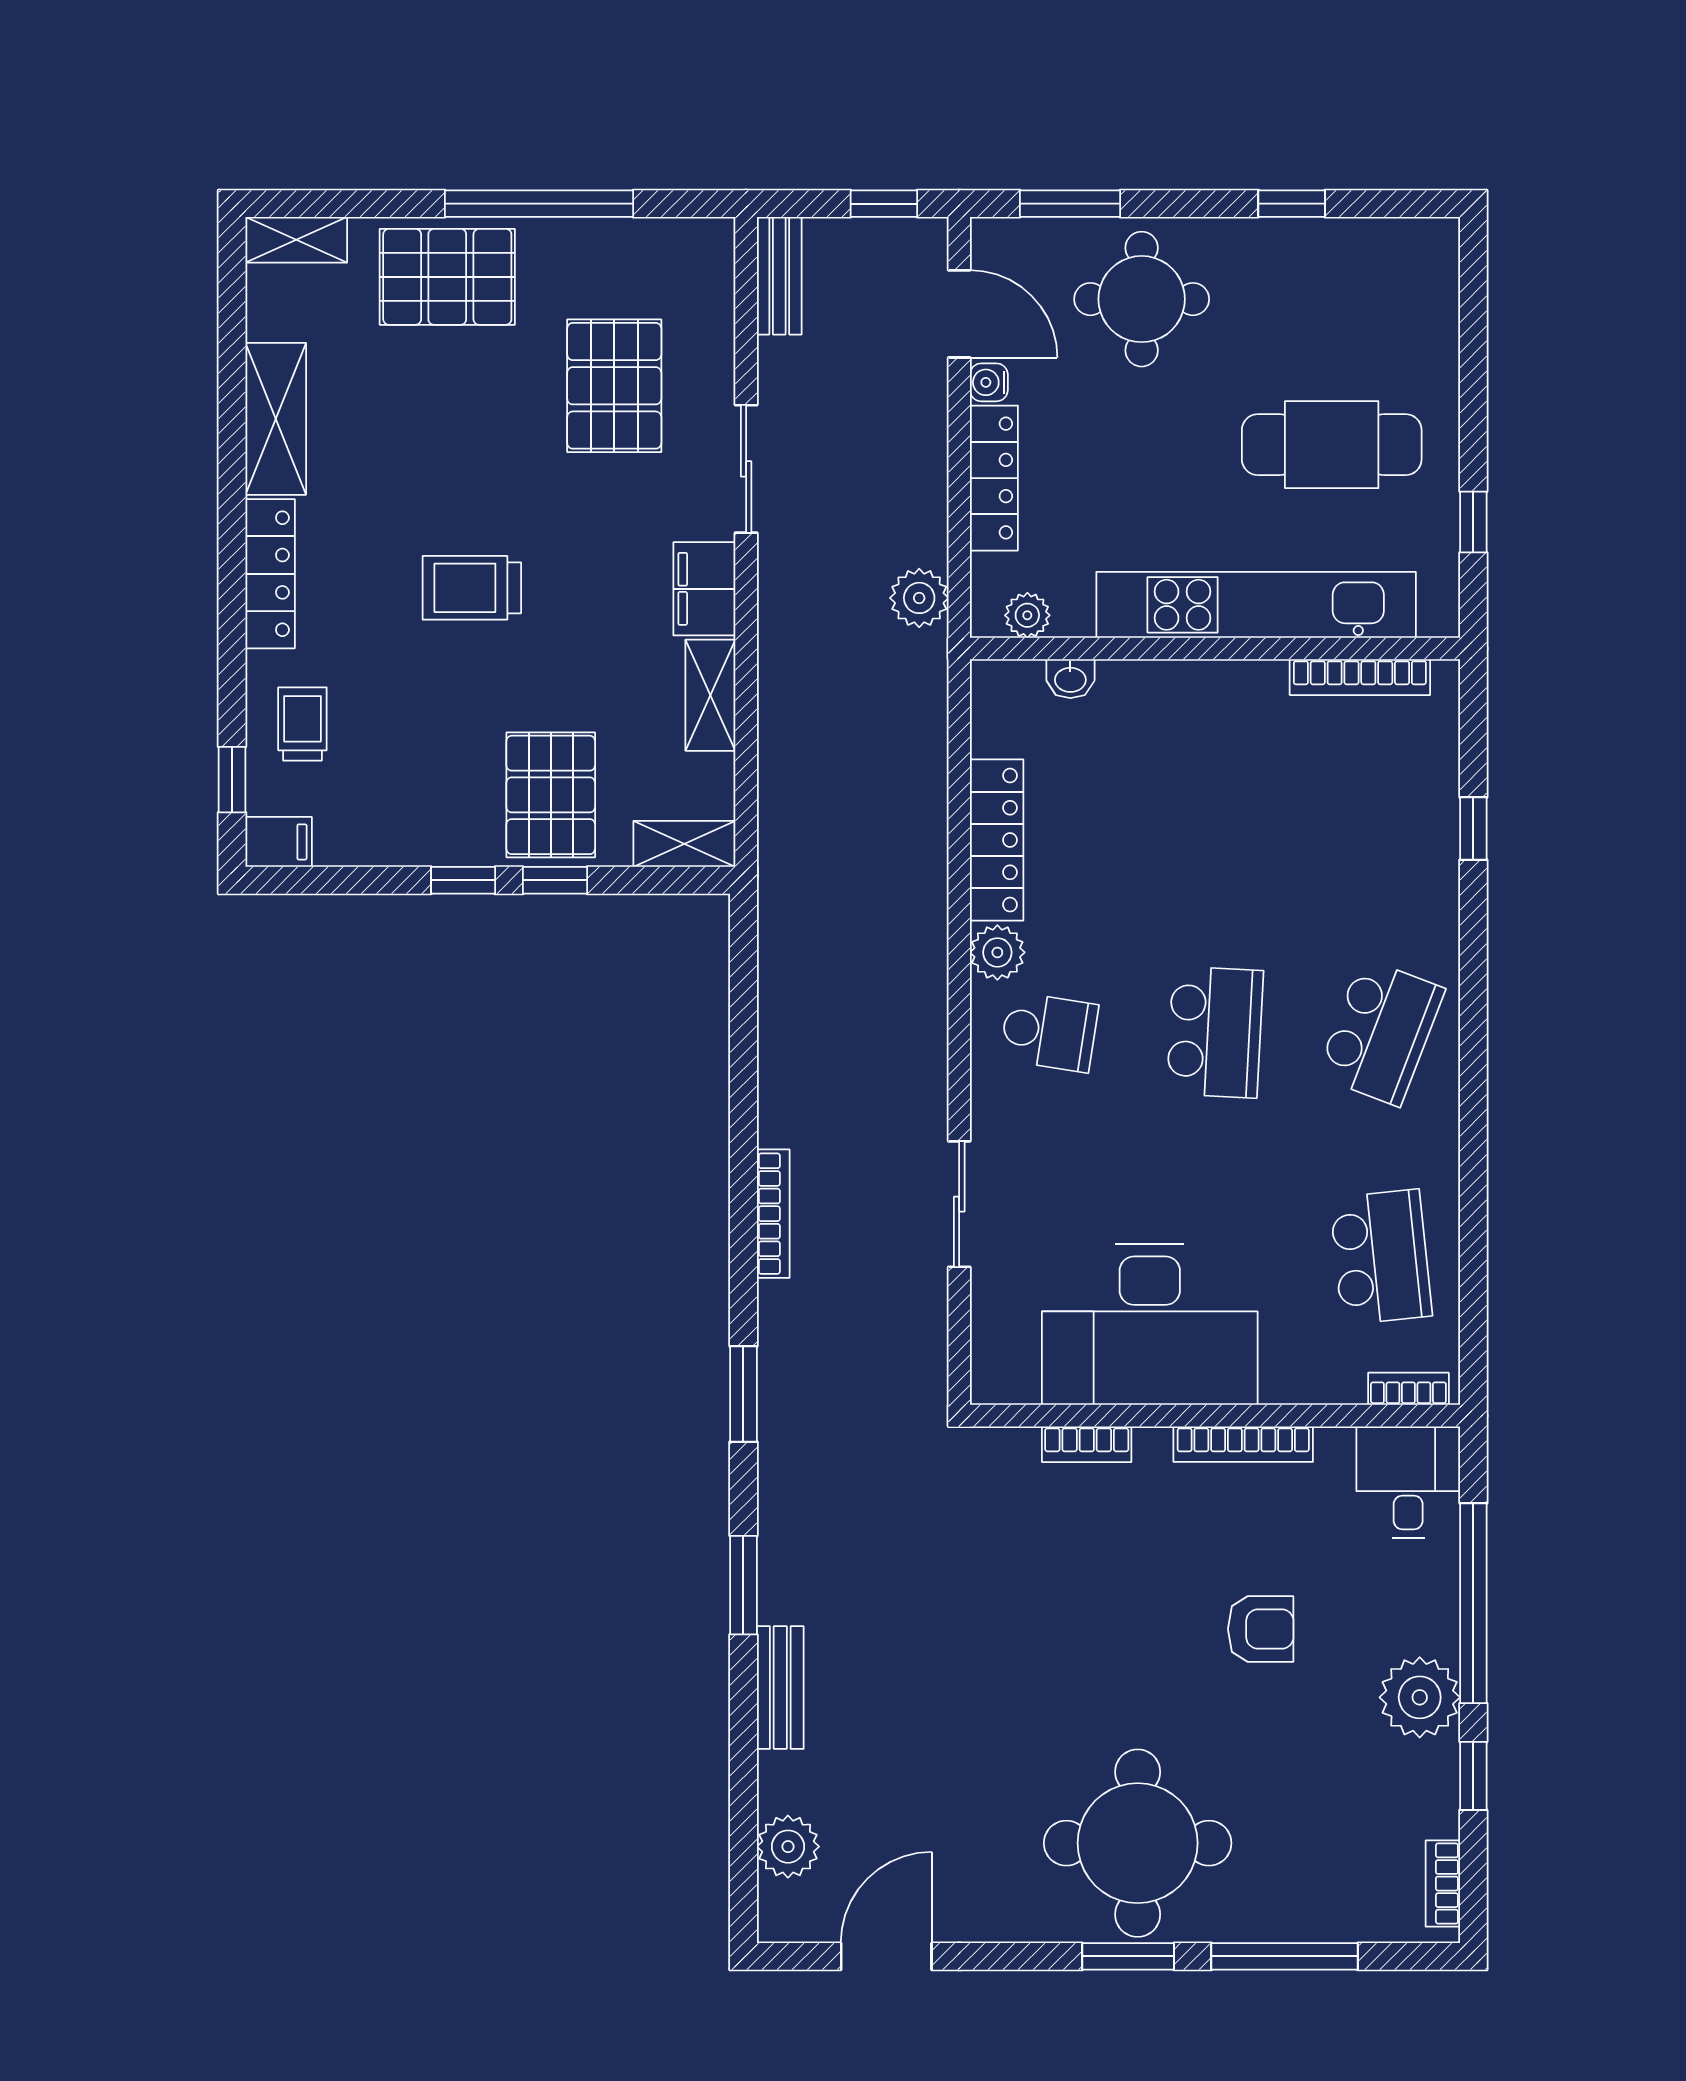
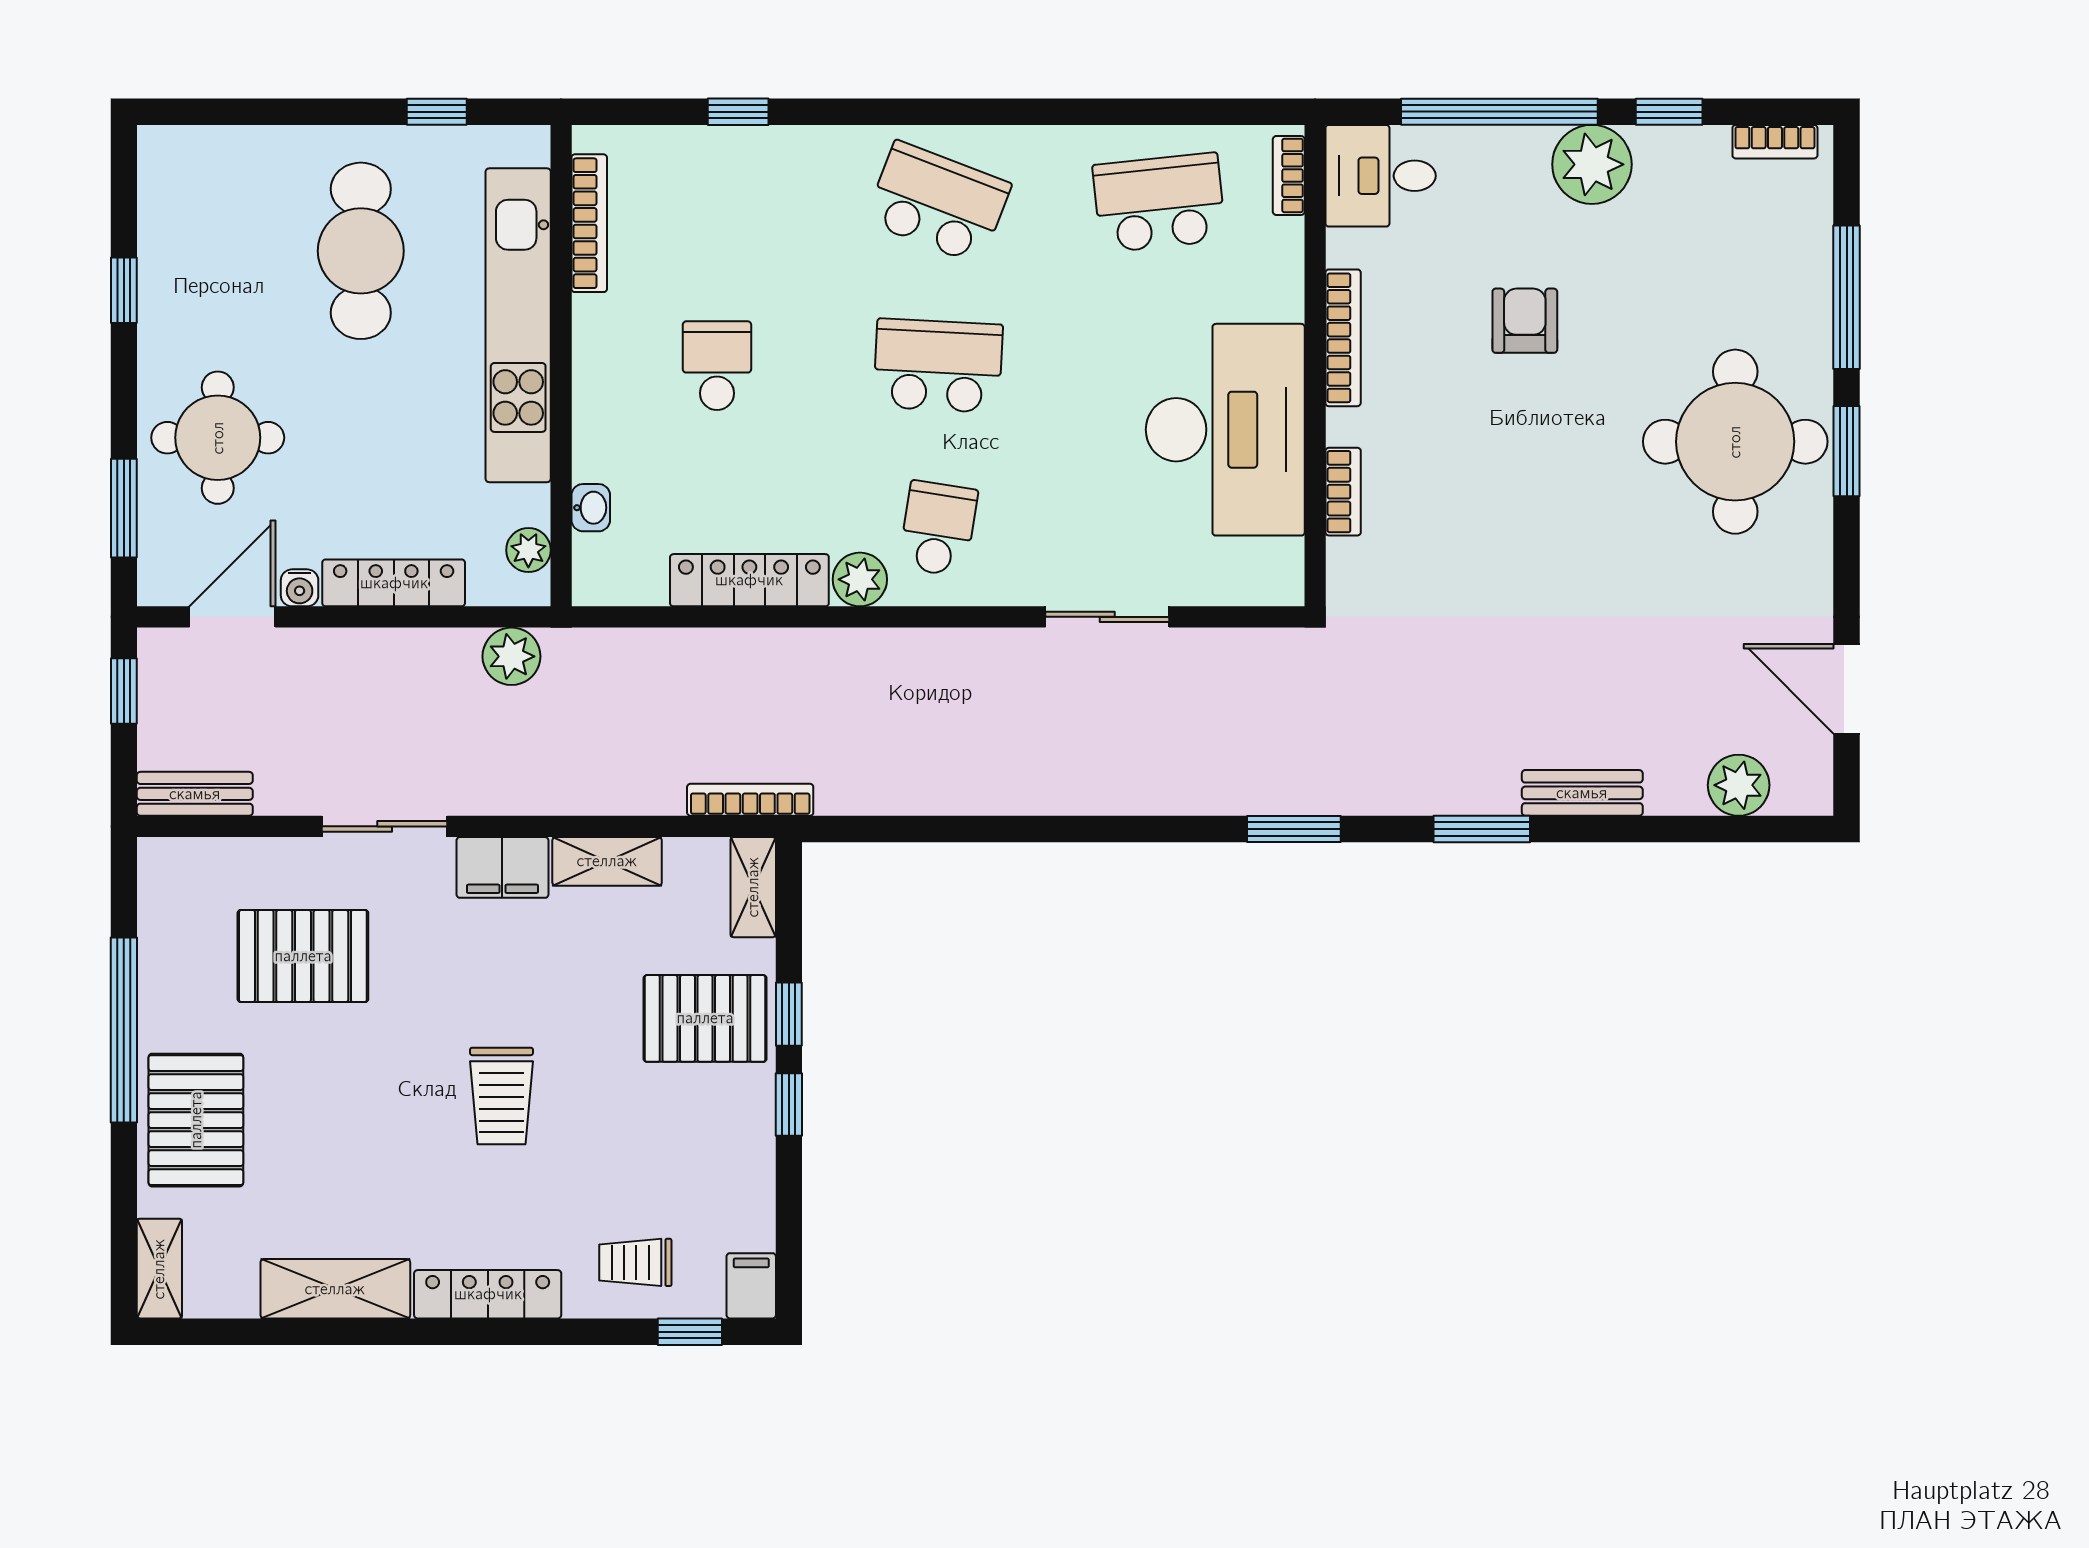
school desk: (1215, 807) -> (717, 366), added
bookcase: (773, 1214) -> (750, 800), moved

